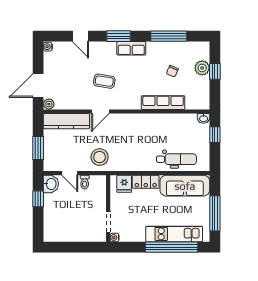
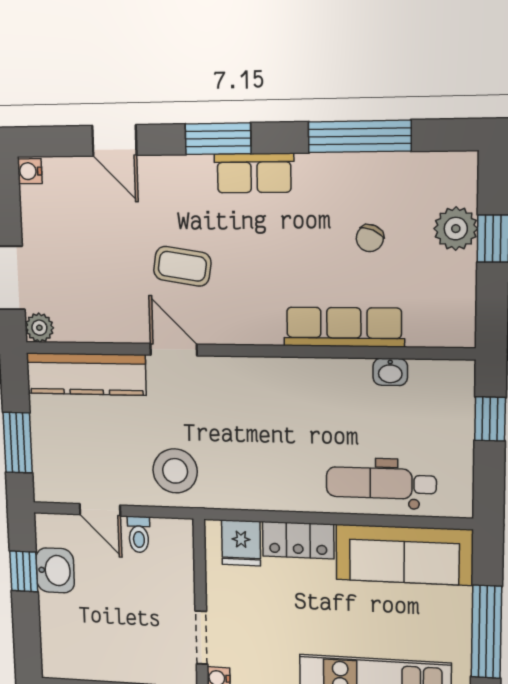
door: (100, 112) -> (174, 350), swing flipped
washbasin: (204, 118) -> (390, 372), moved
dental chair: (176, 159) -> (381, 483), turned 180
washbasin: (51, 184) -> (55, 570), moved

